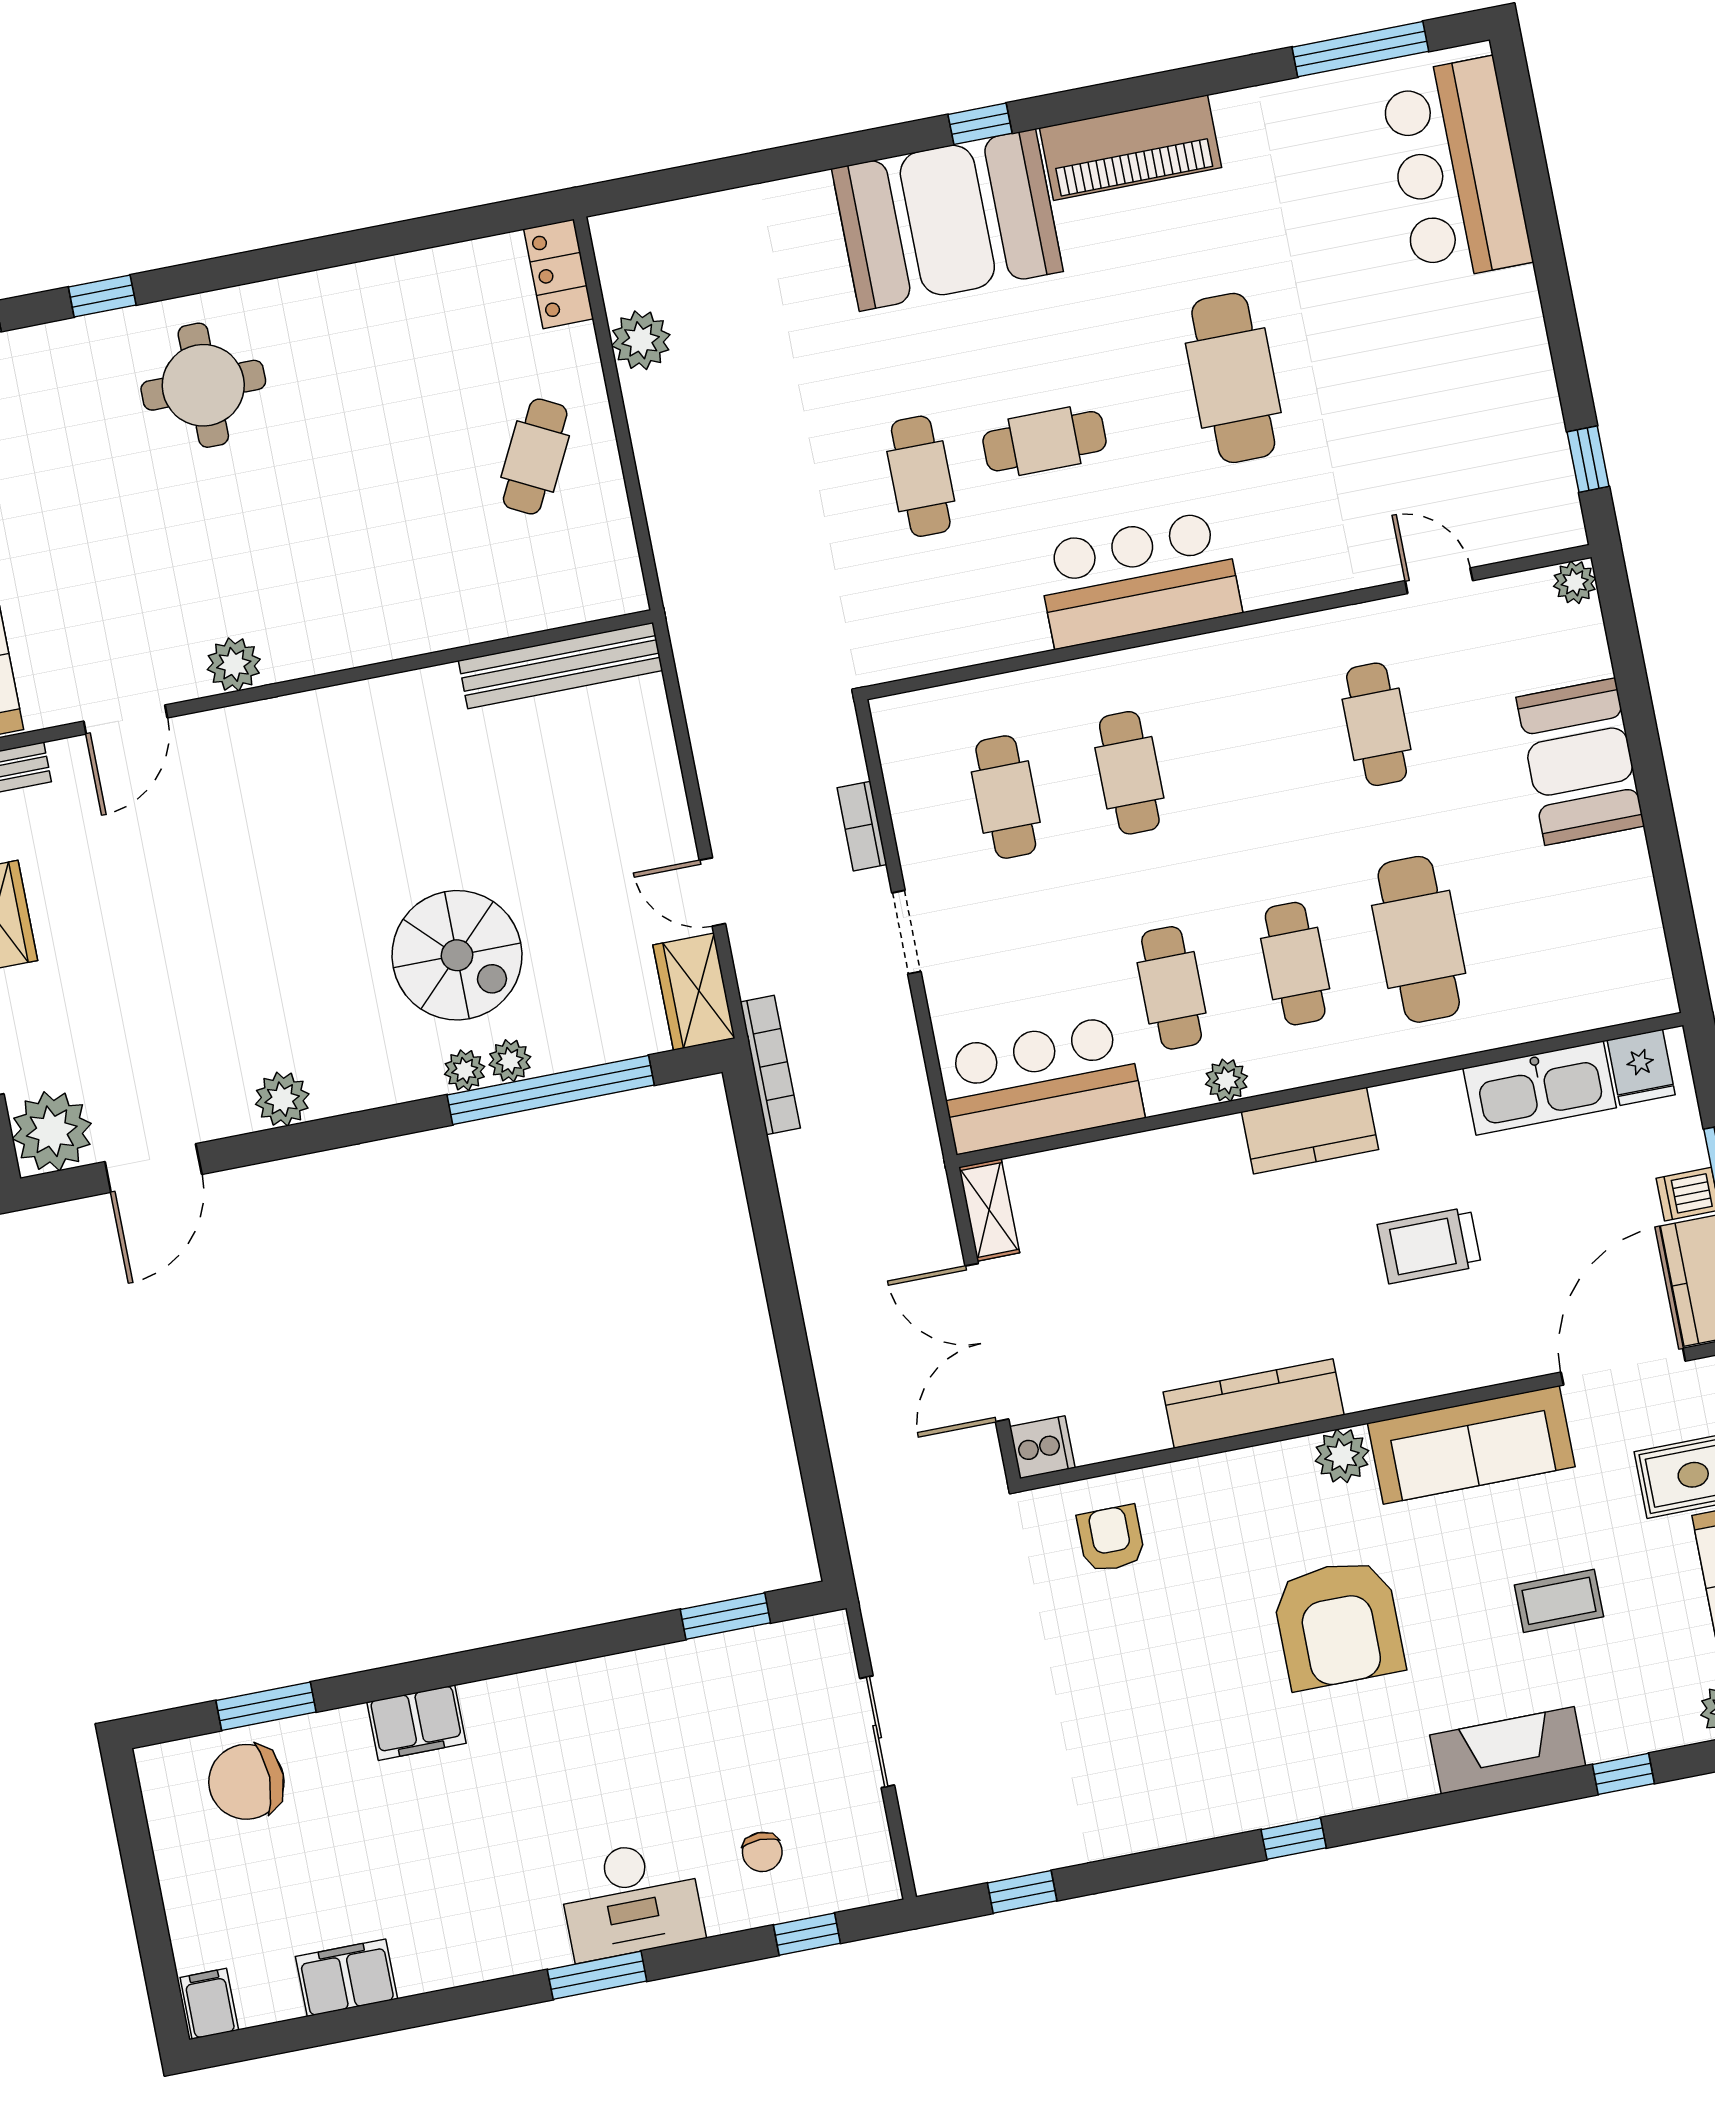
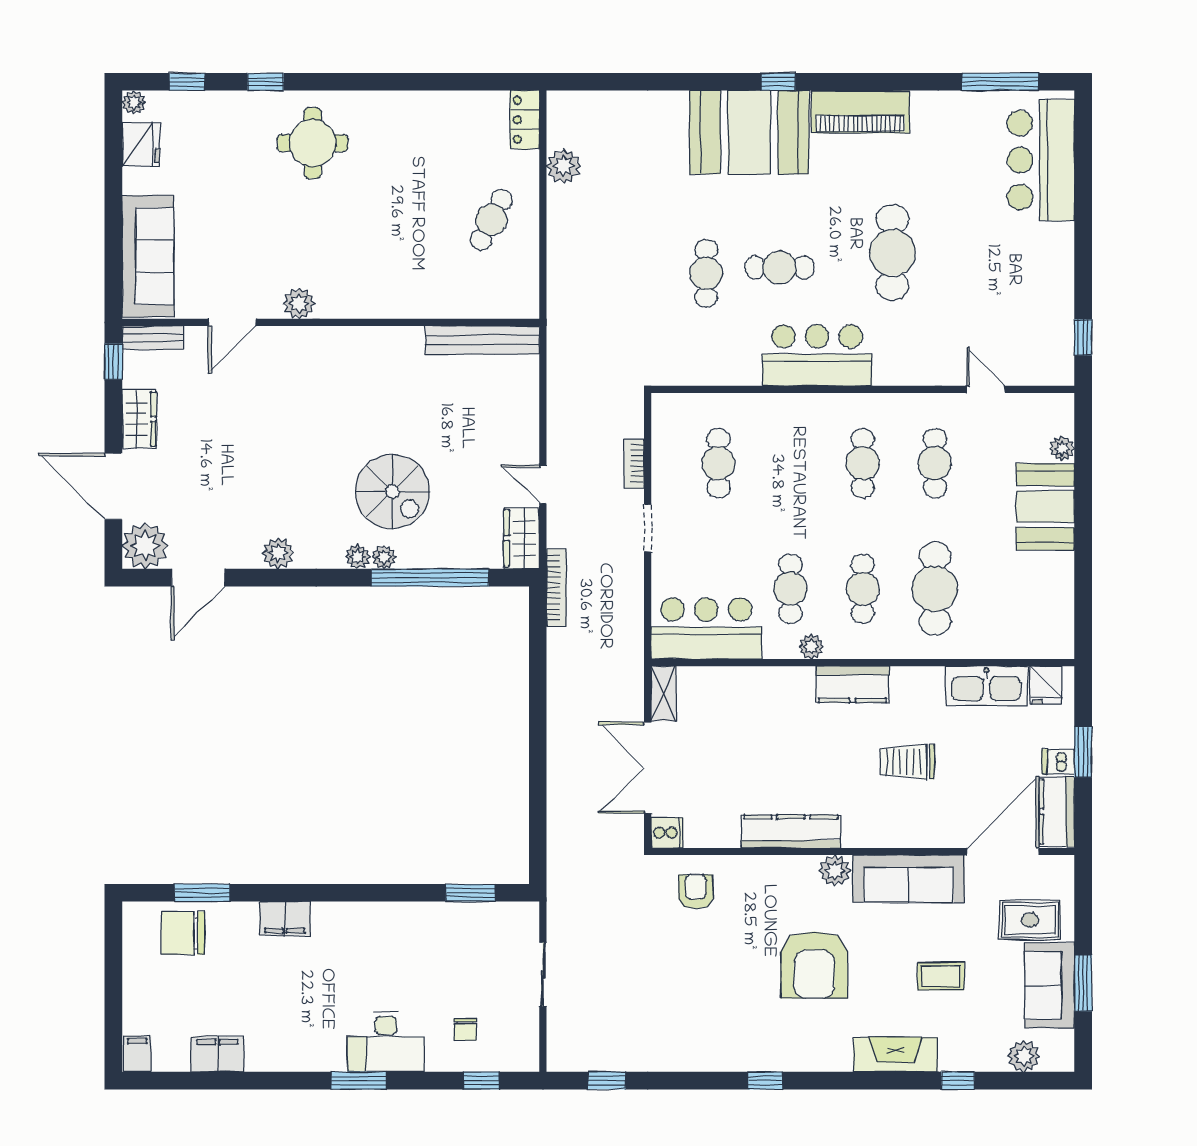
plant: (1575, 582) -> (1062, 449), moved
cafe table: (1129, 773) -> (863, 463), moved
plant: (510, 1061) -> (358, 557), moved

